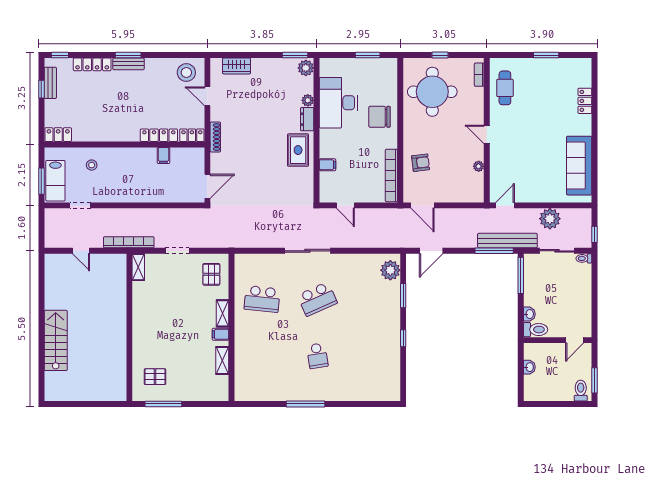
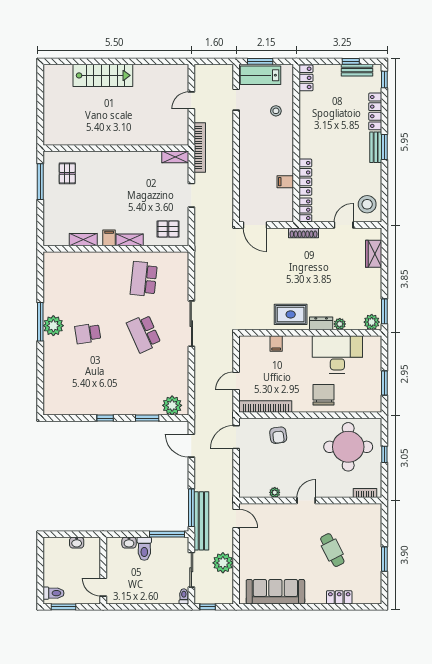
cafe table: (505, 88) -> (332, 550), moved, turned 63
door: (345, 205) -> (236, 381), moved
toilet: (536, 330) -> (144, 549), moved
plant: (309, 391) -> (53, 326), added

